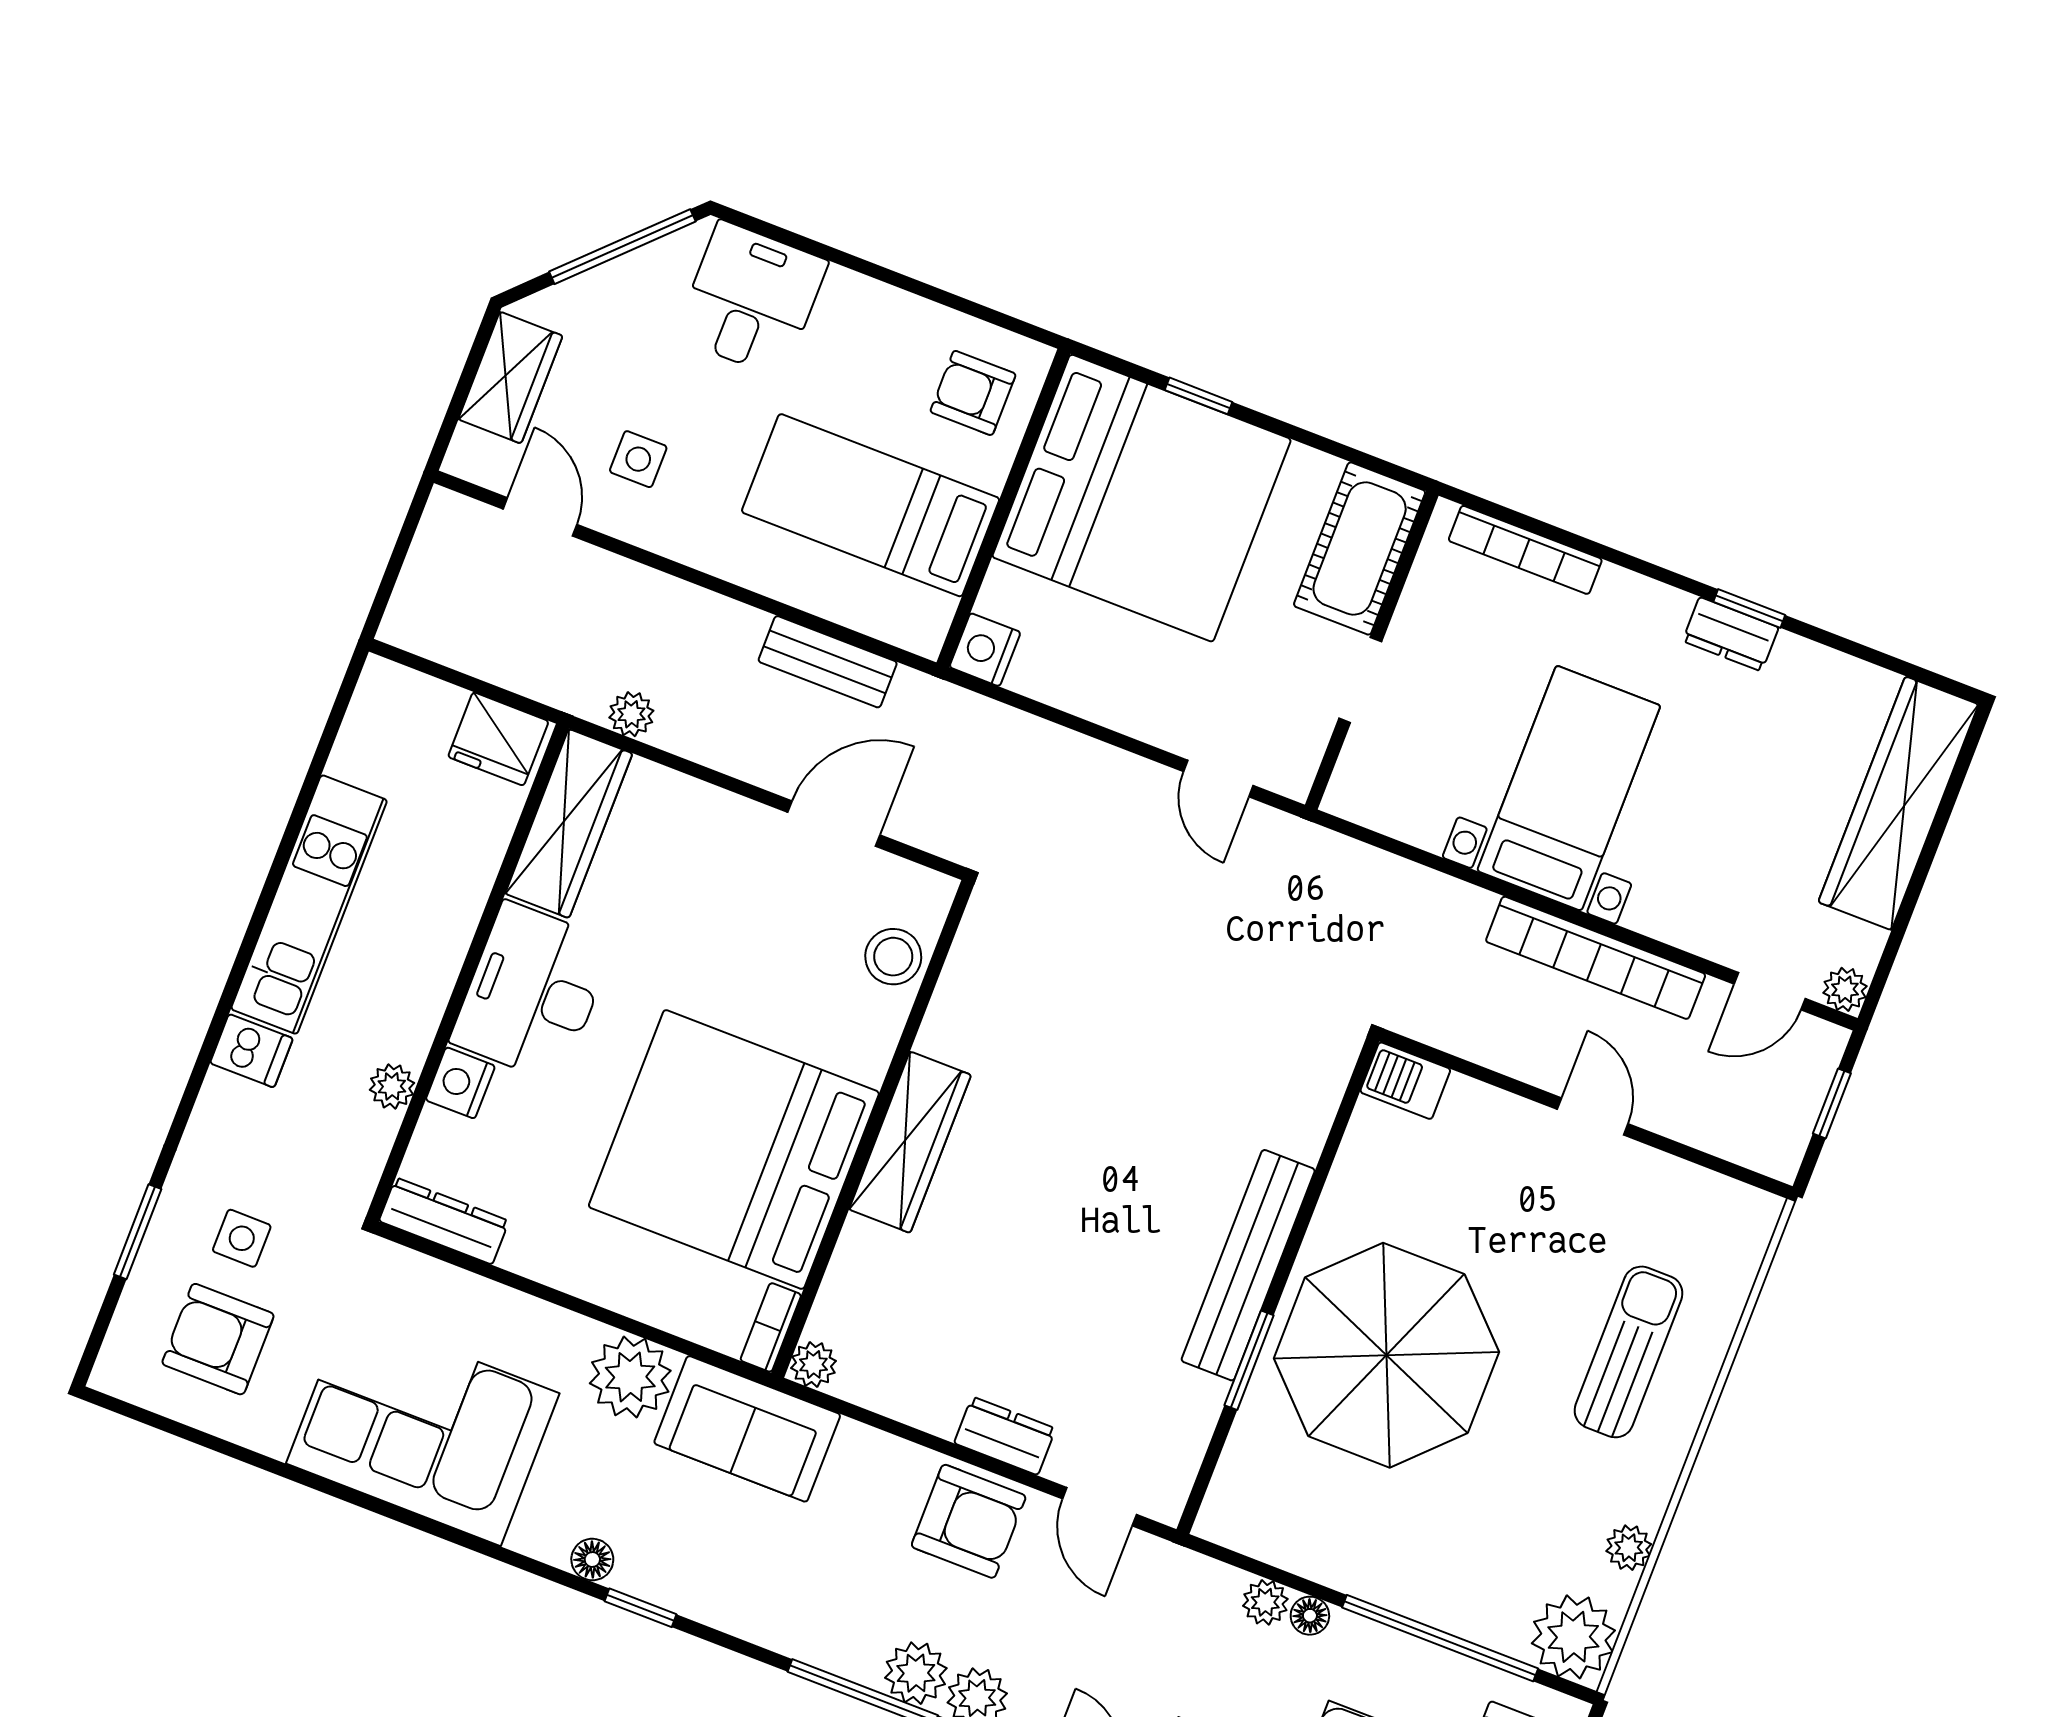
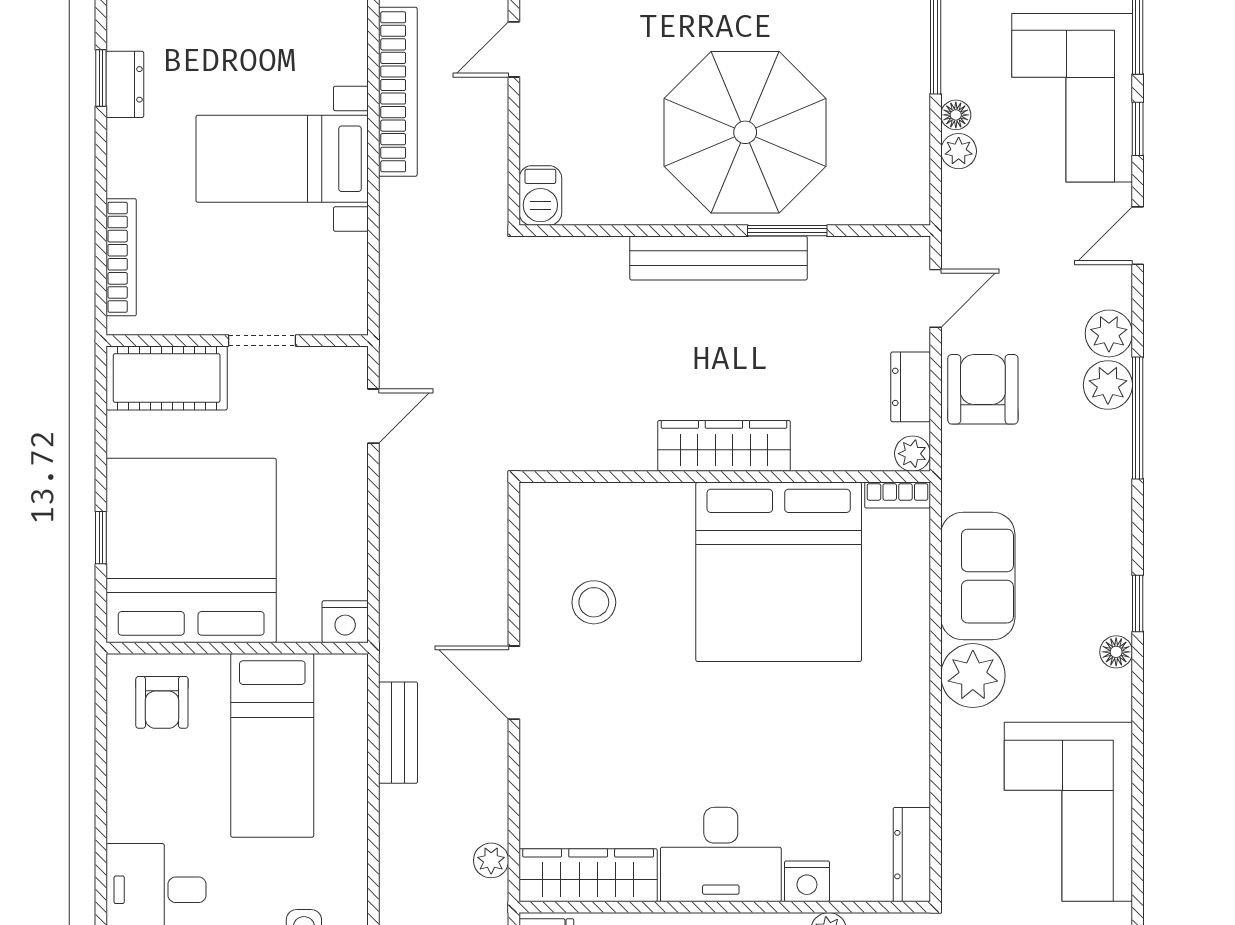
wall: (873, 1129) -> (725, 477), moved
wardrobe: (910, 1142) -> (724, 446), moved
bed: (734, 1149) -> (779, 572), moved
bookcase: (771, 1327) -> (898, 495), moved
plant: (814, 1365) -> (912, 454), moved

